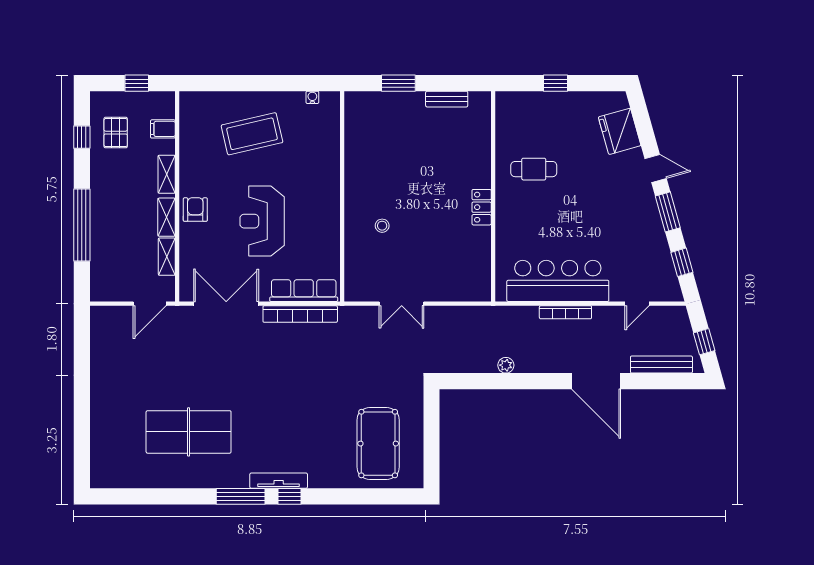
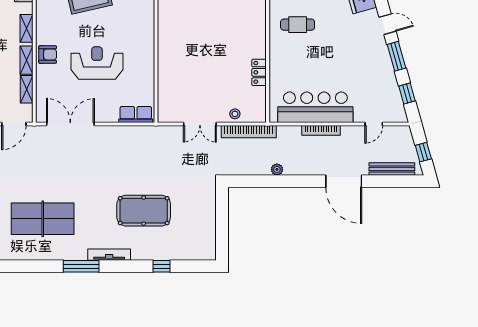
locker: (482, 207) -> (259, 72), moved
armchair: (195, 210) -> (48, 54), turned 90
reception desk: (262, 221) -> (97, 63), turned 90
stool: (382, 226) -> (235, 114), moved
row of seats: (304, 291) -> (136, 114), width x0.68
bookcase: (300, 314) -> (249, 132), moved
pool table: (378, 444) -> (144, 211), moved, turned 90
window: (289, 496) -> (162, 266), moved

